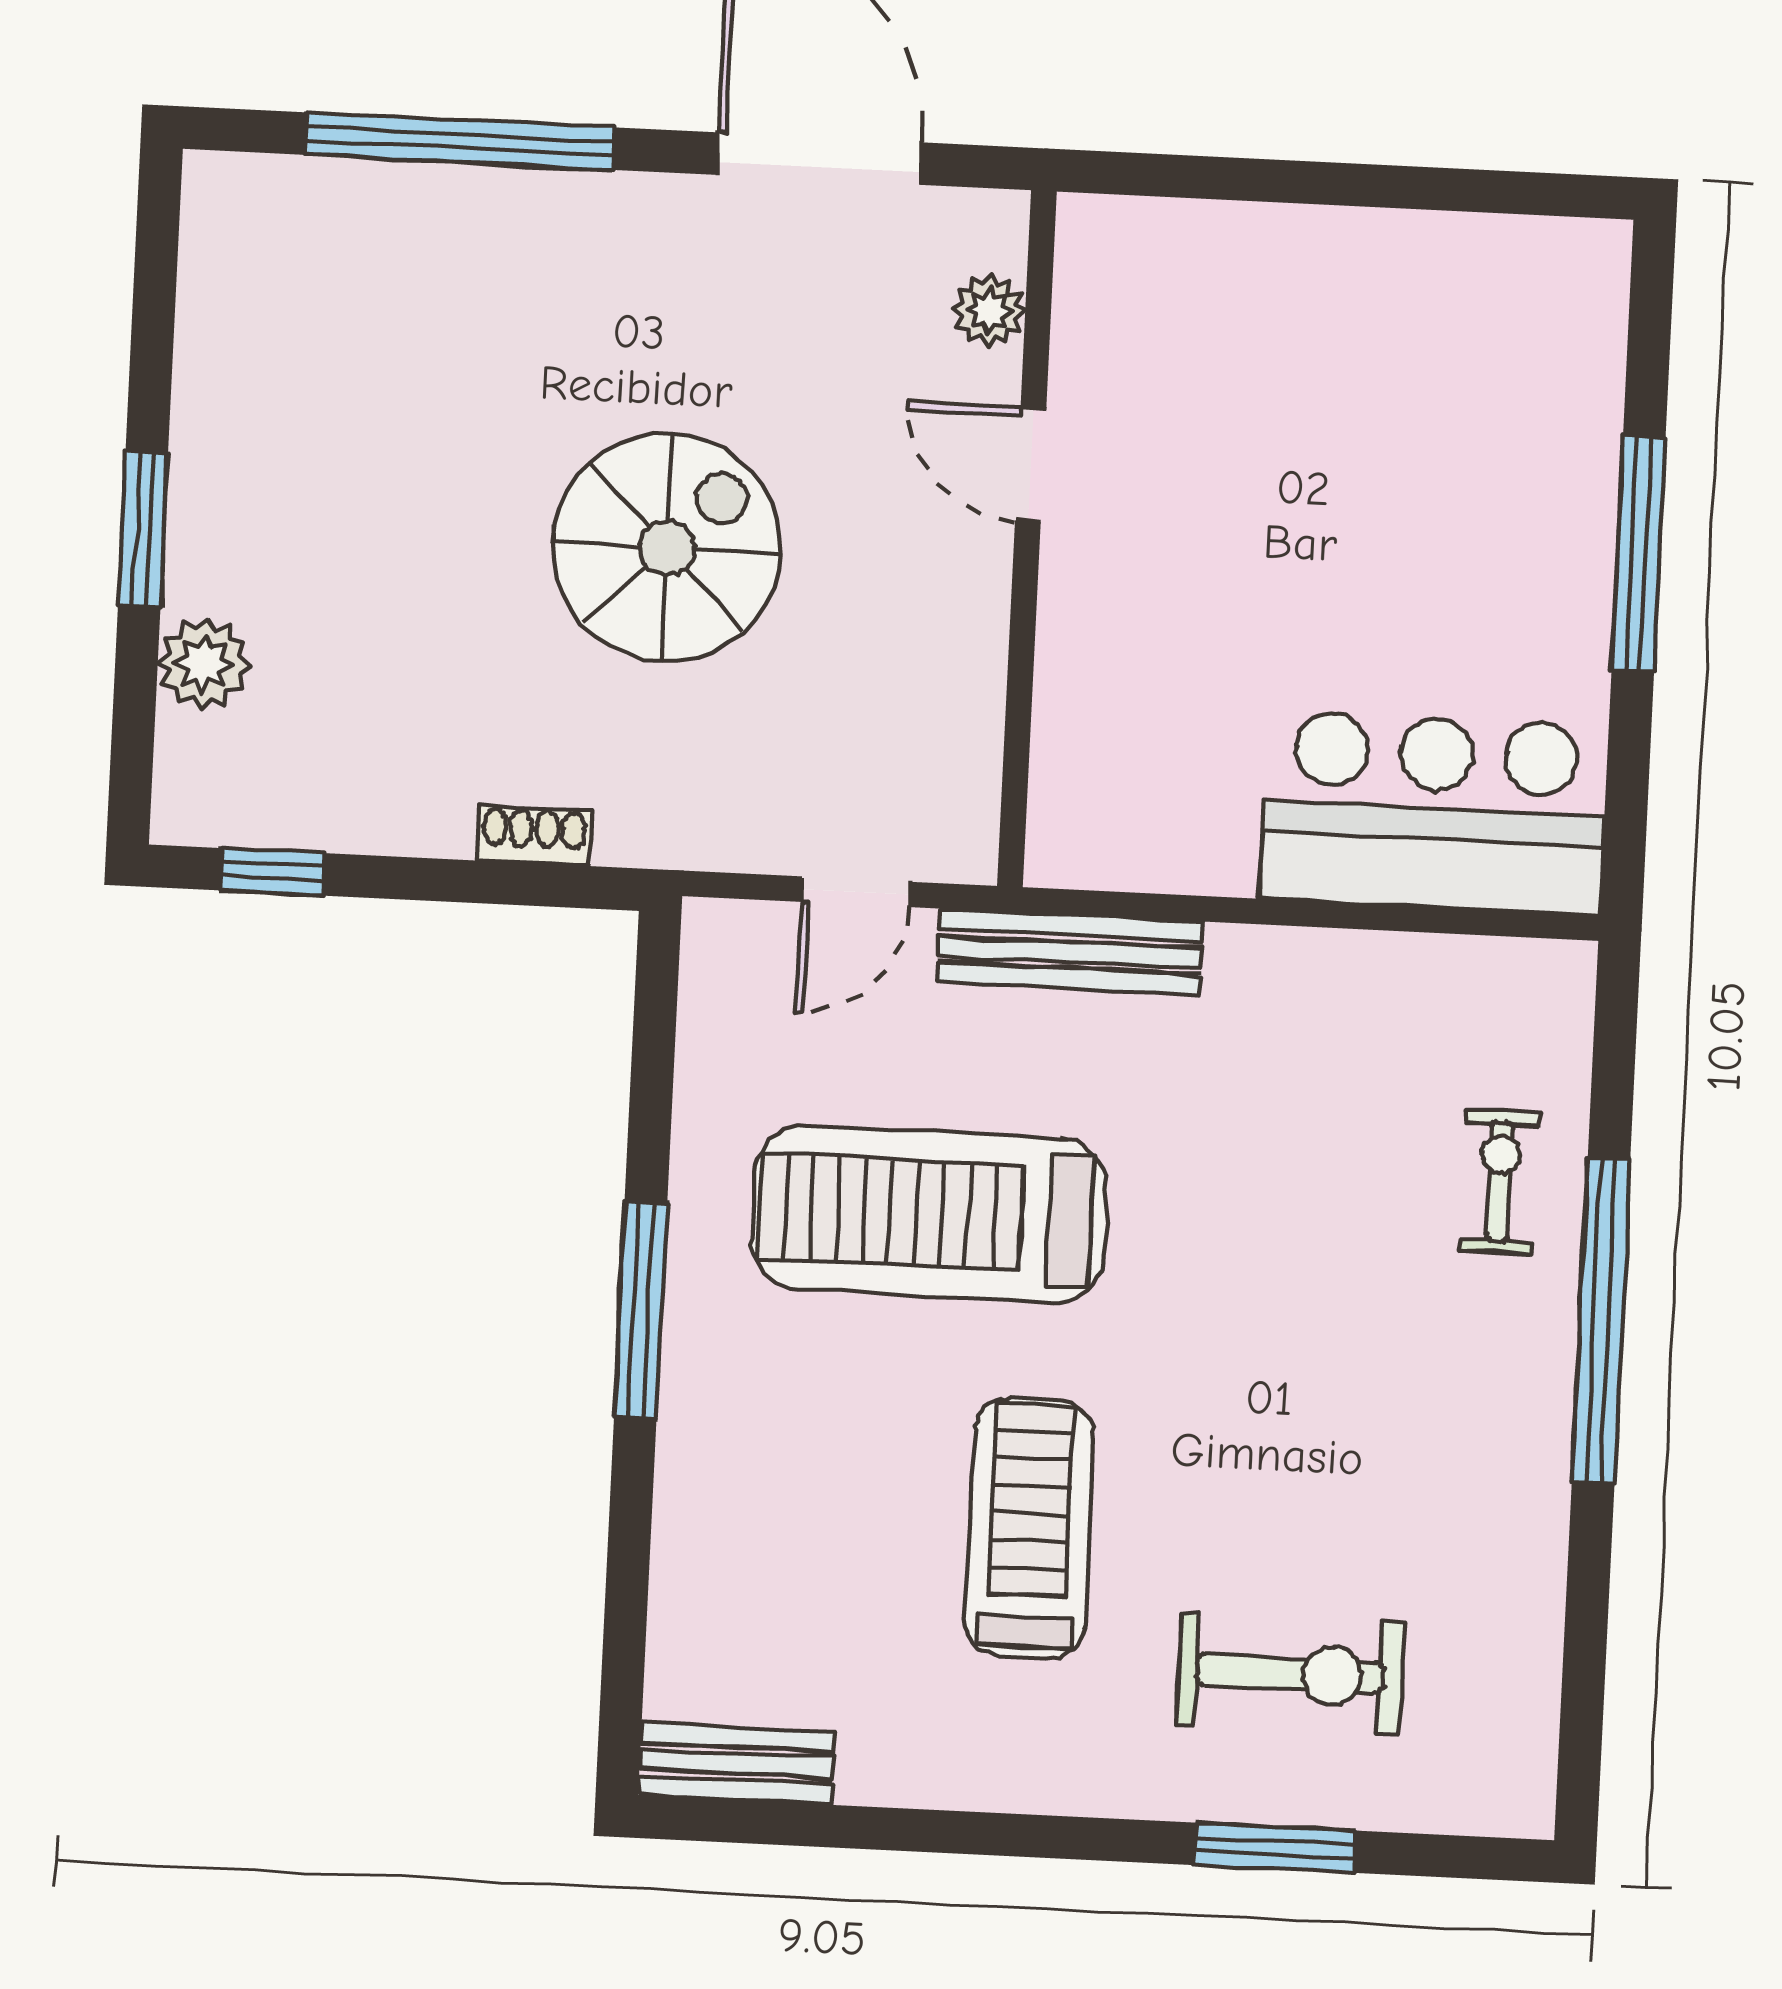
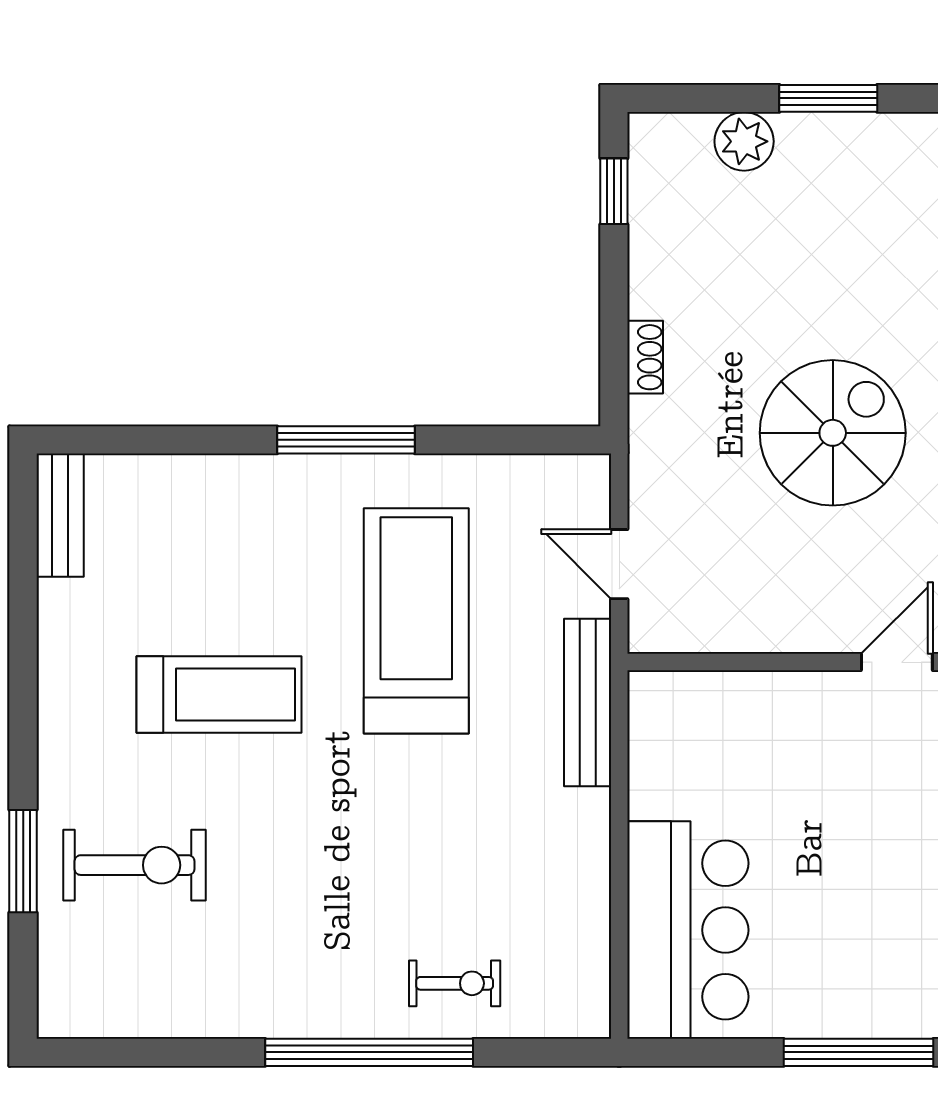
spiral stairs: (667, 548) -> (833, 433), turned -90
exercise bike: (1290, 1674) -> (135, 865), turned -90

